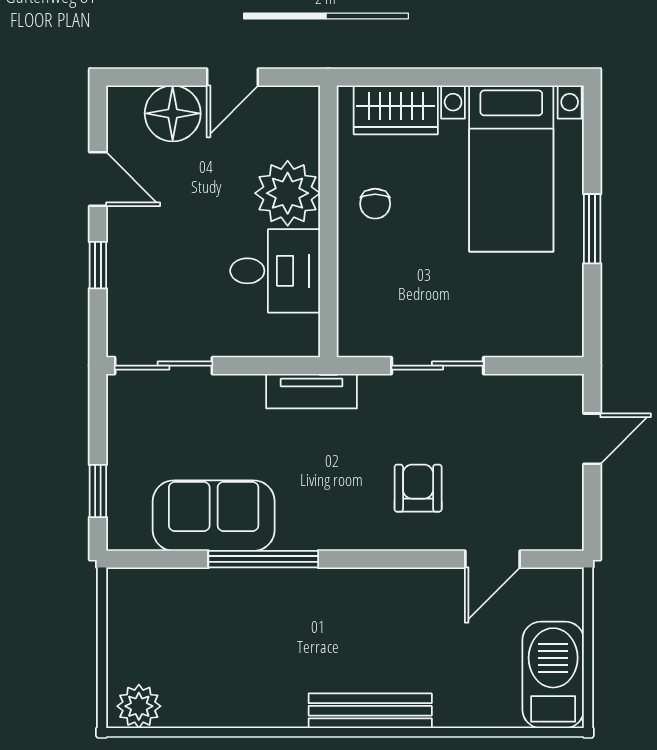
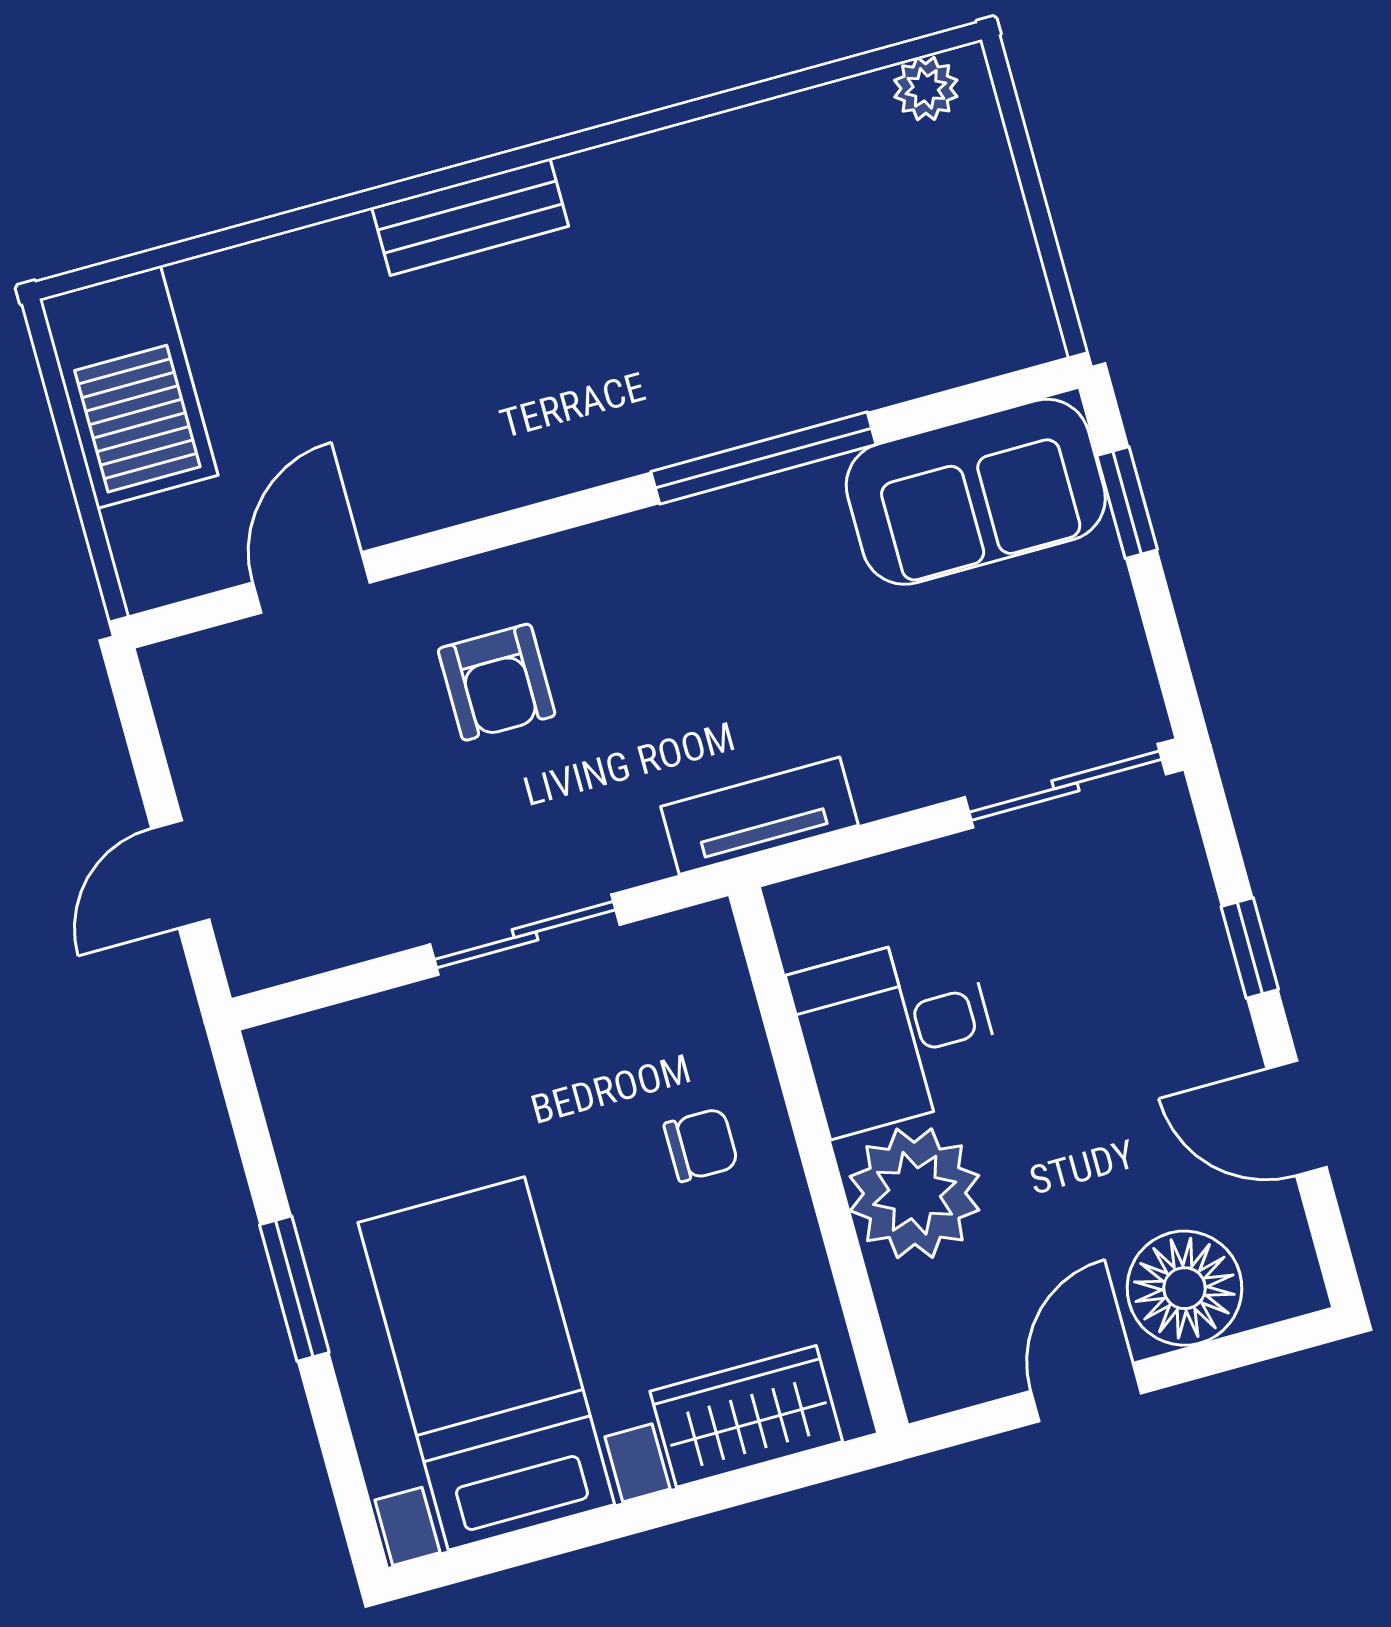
chair: (375, 204) -> (701, 1145), moved, turned 90
sofa: (214, 516) -> (976, 492), moved
plant: (139, 706) -> (926, 88), width x0.73, depth x0.73
bench: (370, 711) -> (470, 217), width x0.73

